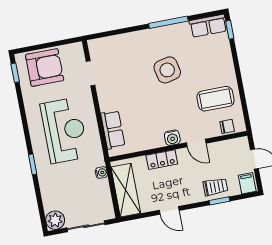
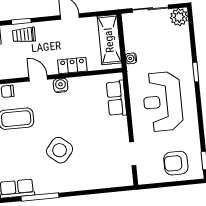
window: (168, 22) -> (40, 197), moved
armchair: (45, 68) -> (176, 163), width x0.73, depth x0.73
side table: (167, 70) -> (60, 150), turned -37

